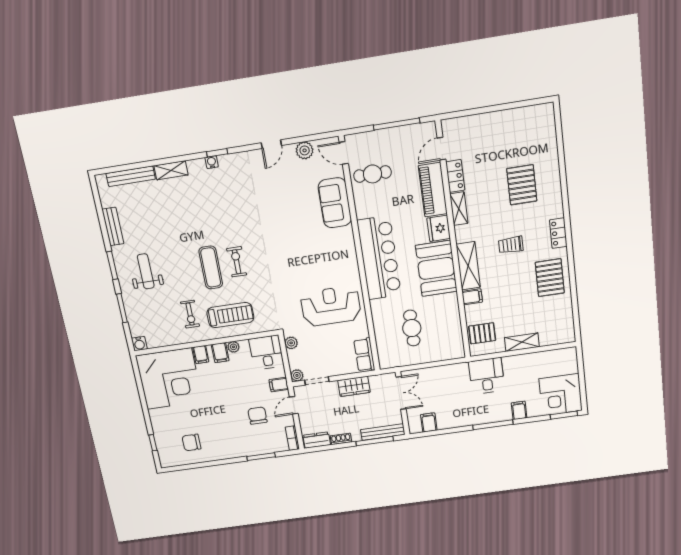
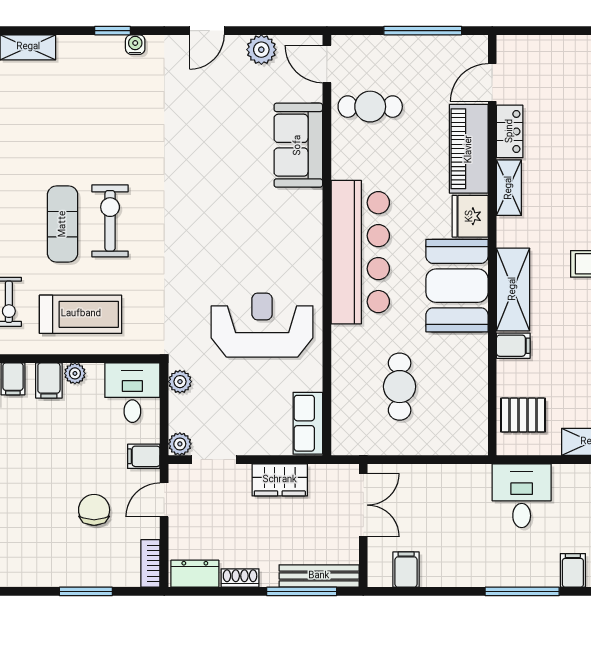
water cooler: (212, 162) -> (135, 45), moved
exercise bike: (237, 262) -> (110, 221), width x1.38, depth x1.39

